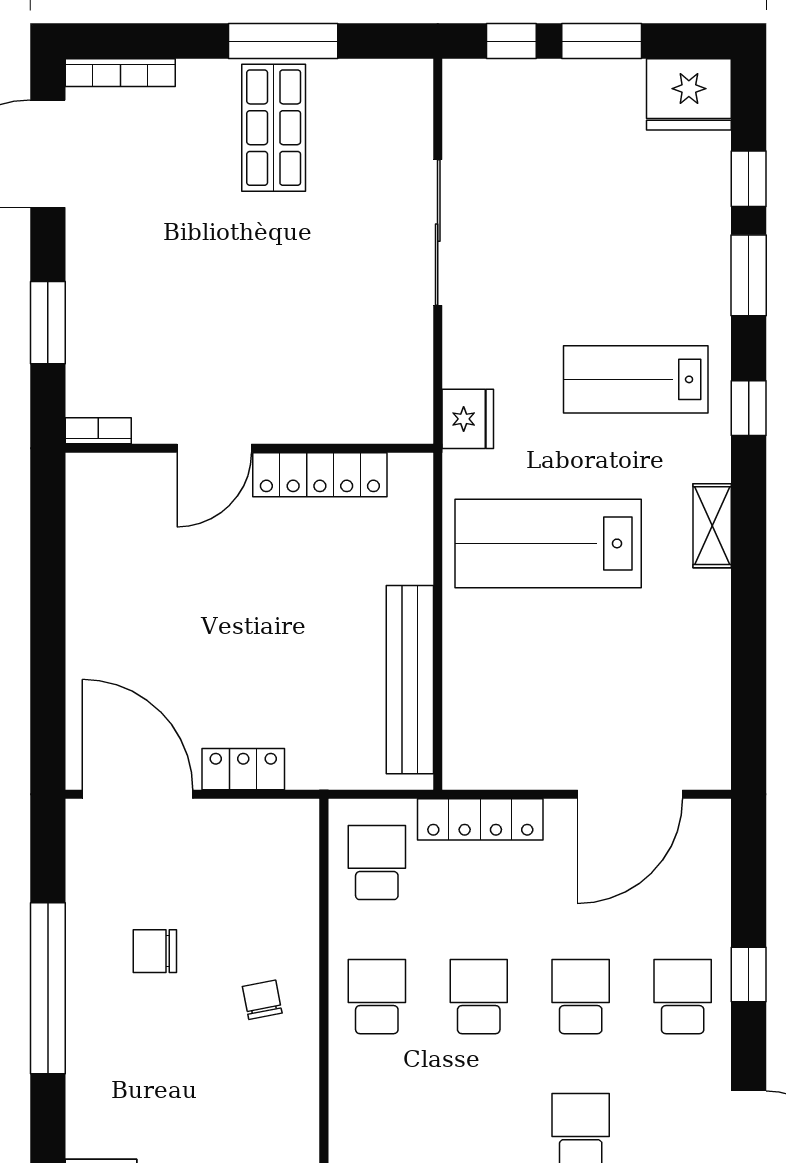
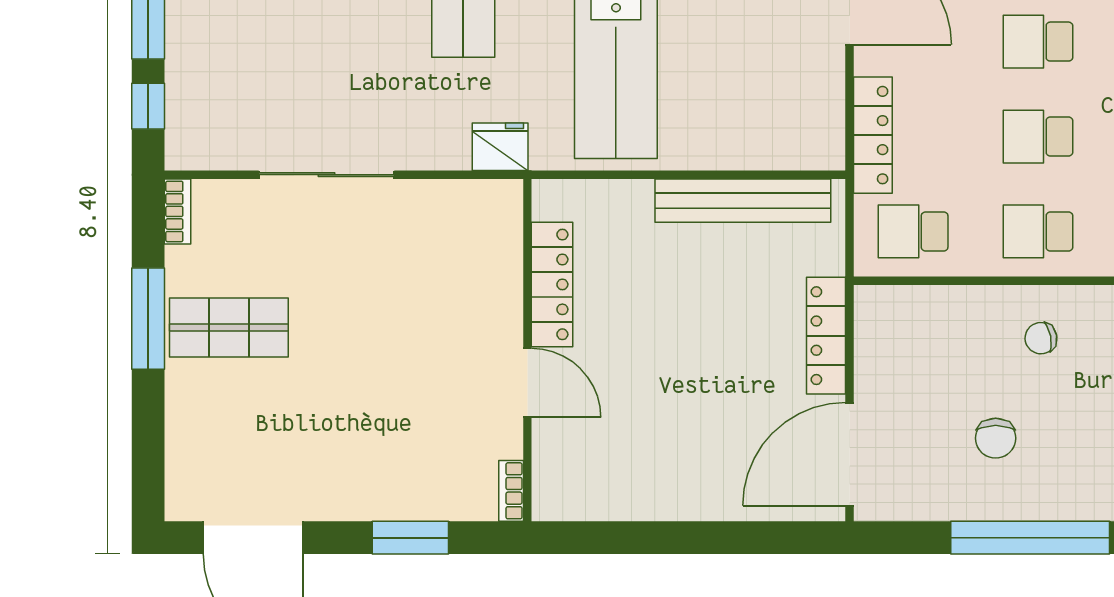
bookcase: (120, 73) -> (177, 211), moved, width x0.64
locker: (243, 769) -> (826, 336), width x1.53

